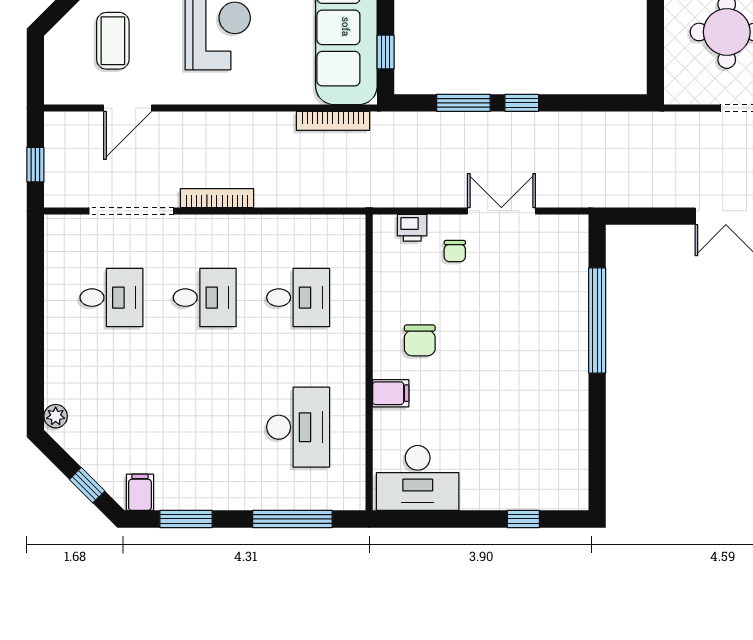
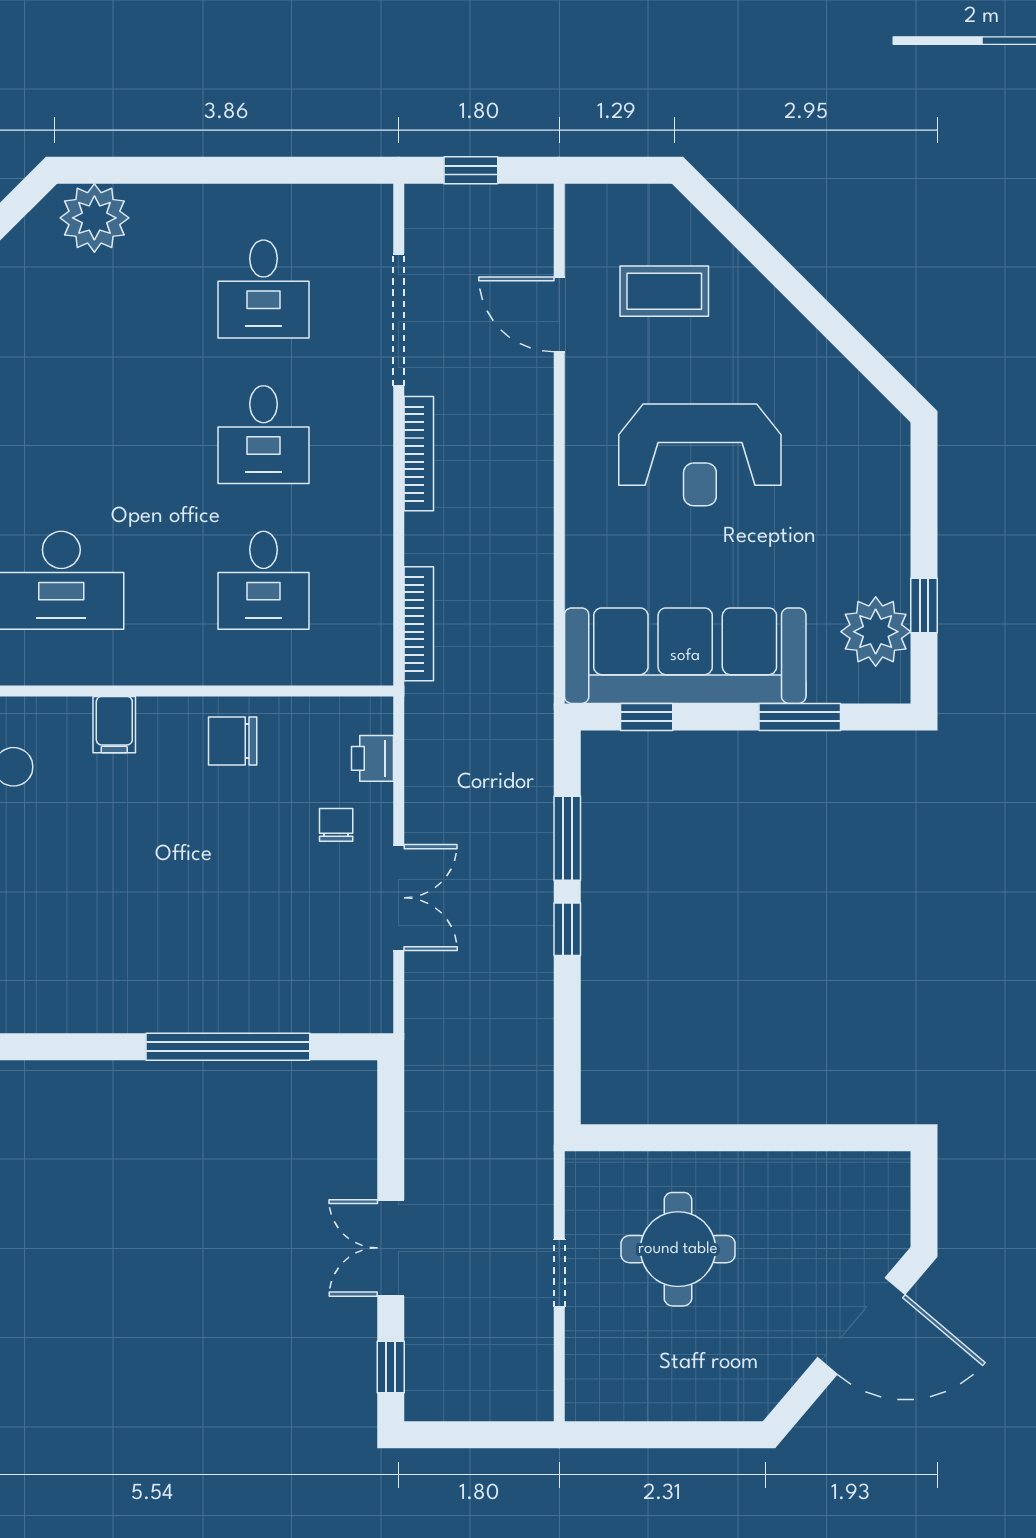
bookcase: (333, 121) -> (419, 624), moved, turned 180
chair: (455, 251) -> (336, 825), turned 90
chair: (420, 340) -> (233, 741), moved
plant: (56, 416) -> (94, 218), width x1.88, depth x1.88

